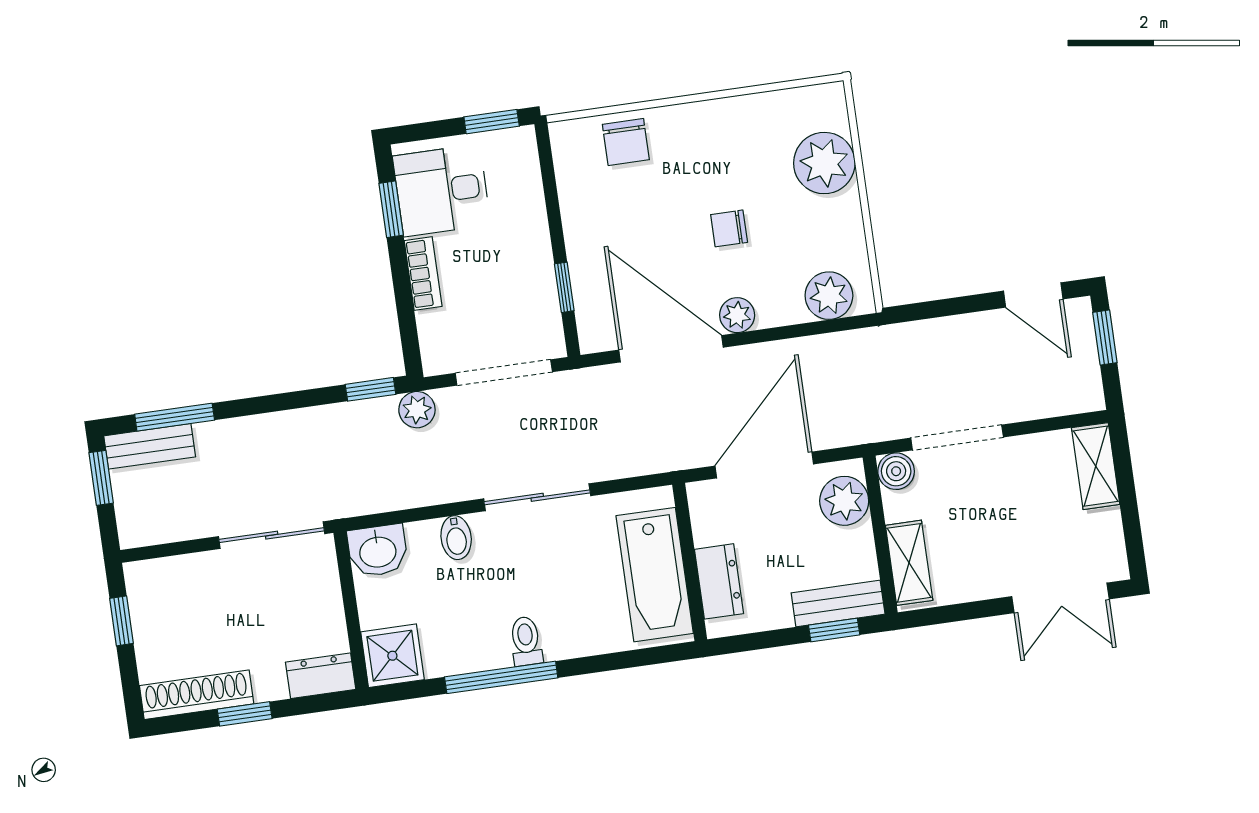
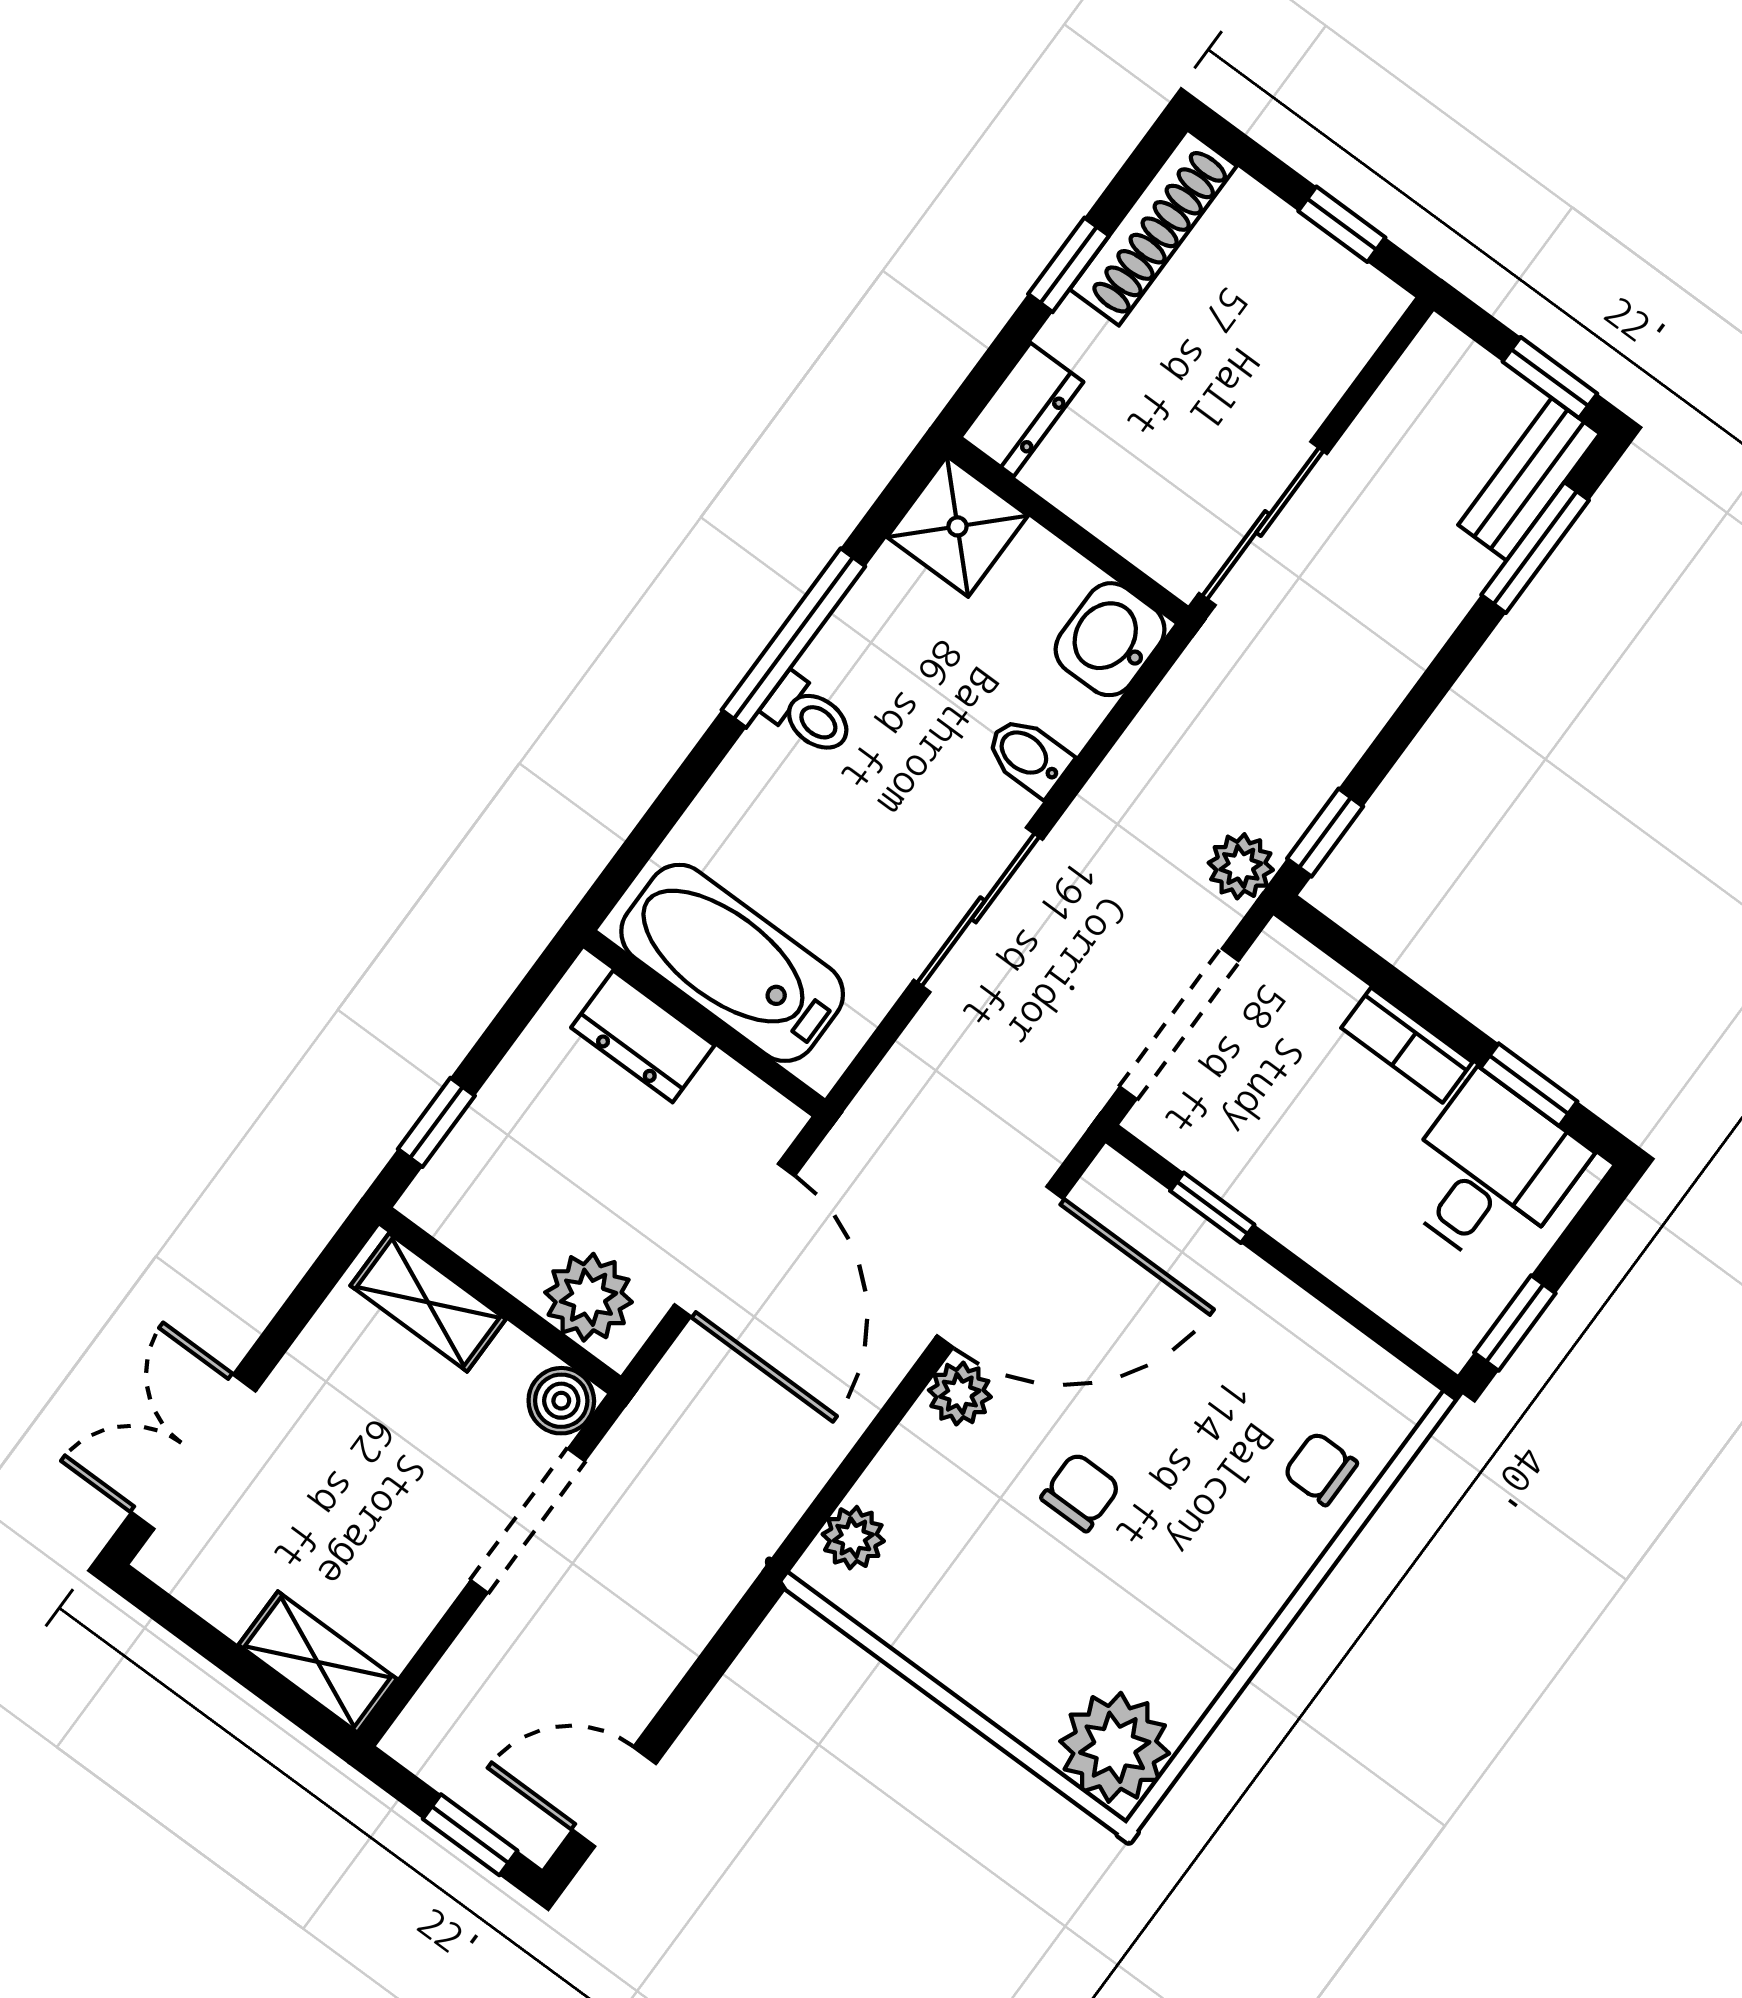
chair: (626, 142) -> (1320, 1469), width x0.73, depth x0.73
plant: (824, 163) -> (1115, 1747), moved
plant: (829, 296) -> (853, 1538), width x0.73, depth x0.73
bench: (838, 603) -> (465, 1161), removed

